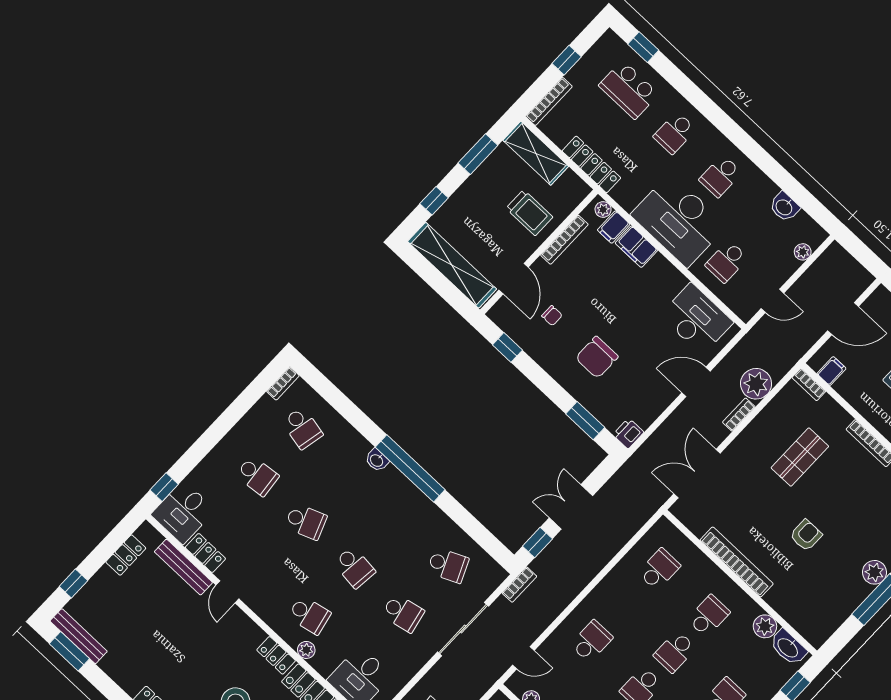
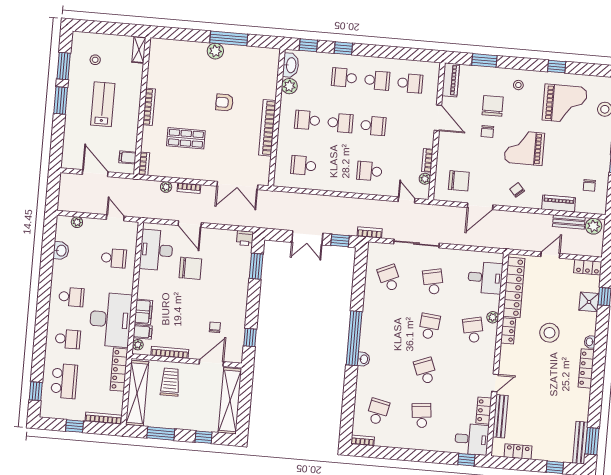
shelving: (536, 153) -> (137, 393), width x1.47
desk: (679, 220) -> (110, 320), moved
chair: (597, 357) -> (190, 268), moved
plant: (756, 384) -> (166, 187), width x0.53, depth x0.53

